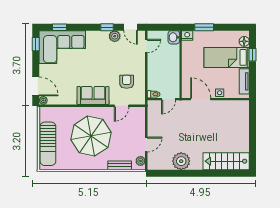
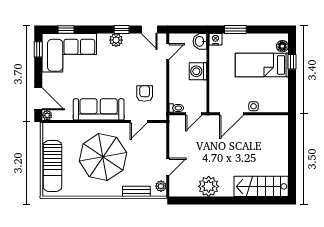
plant: (115, 36) -> (116, 40), moved
washing machine: (172, 63) -> (198, 71), added
tv unit: (244, 81) -> (282, 93), removed
sofa: (93, 95) -> (99, 109), width x1.36
door: (201, 99) -> (232, 114), swing flipped

